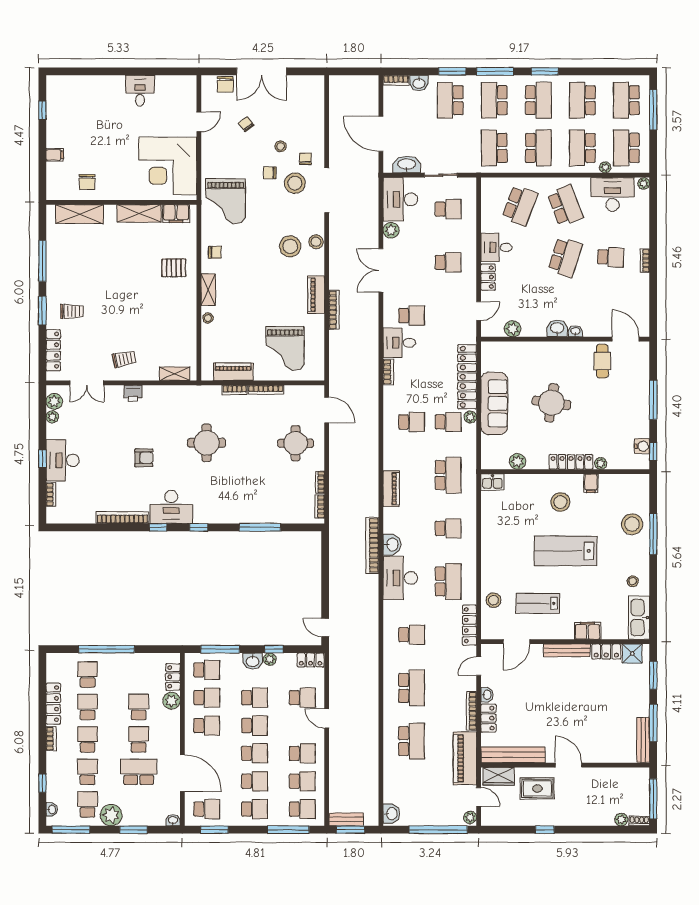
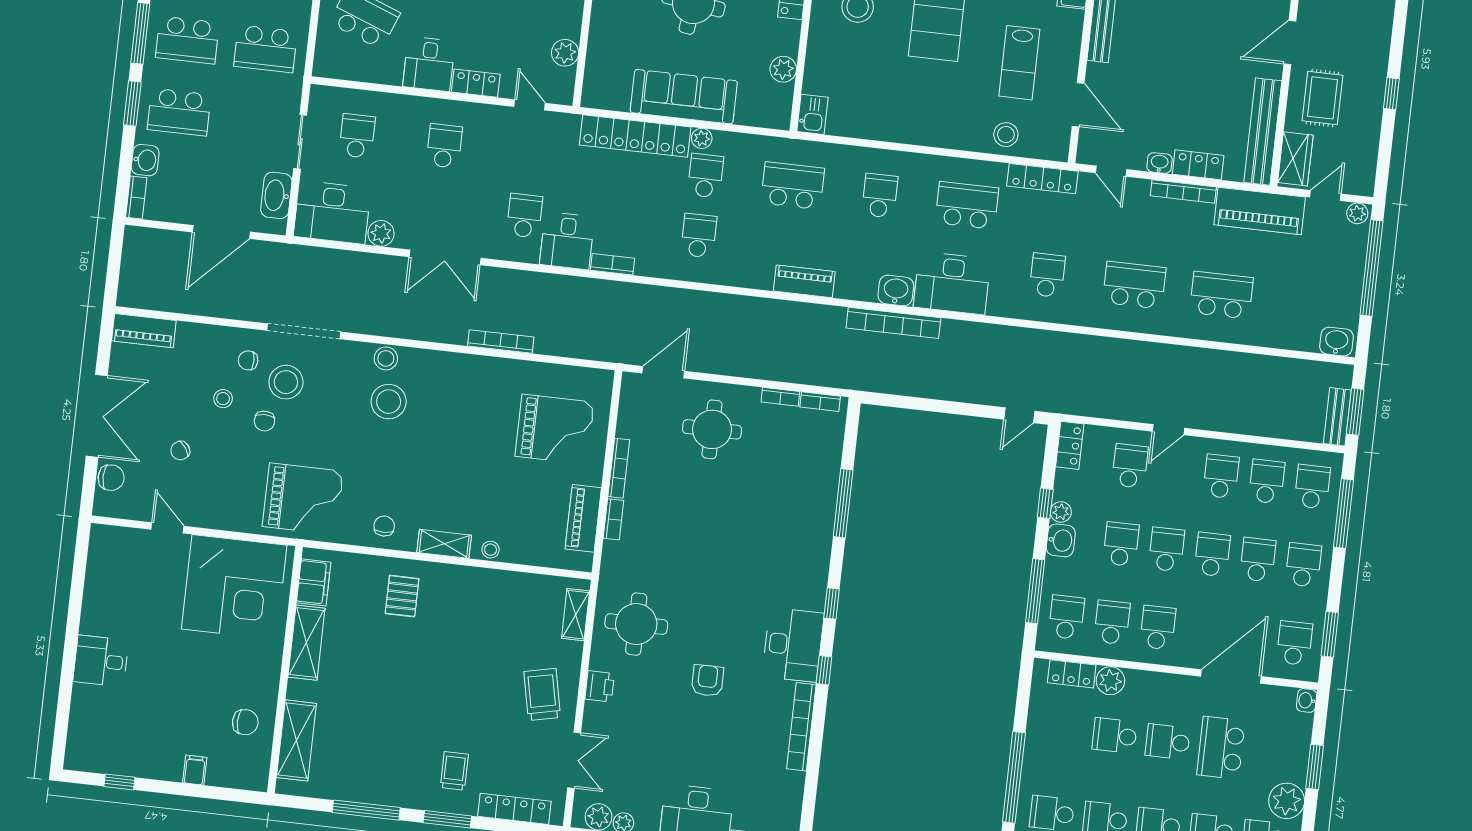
desk: (140, 91) -> (101, 661), moved
piano: (316, 295) -> (144, 331), moved
trolley: (124, 359) -> (542, 694), width x1.36, depth x1.39
round table: (207, 443) -> (636, 624), moved

